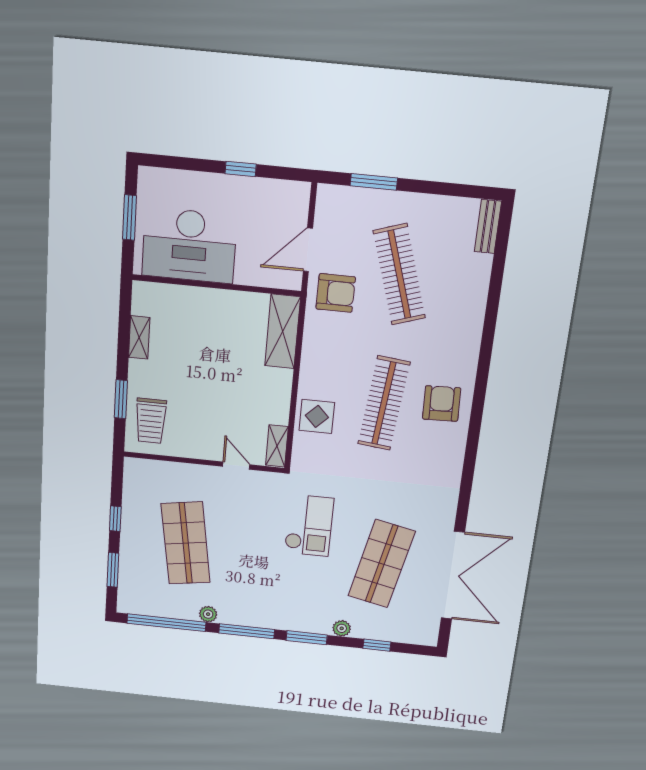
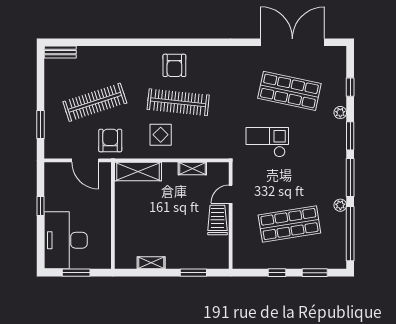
desk: (189, 245) -> (66, 240), moved, turned 180
armchair: (442, 404) -> (174, 65), turned -88
display table: (317, 416) -> (161, 135), moved
trolley: (151, 421) -> (217, 220), moved, turned -90
shelving: (277, 446) -> (192, 168), moved

